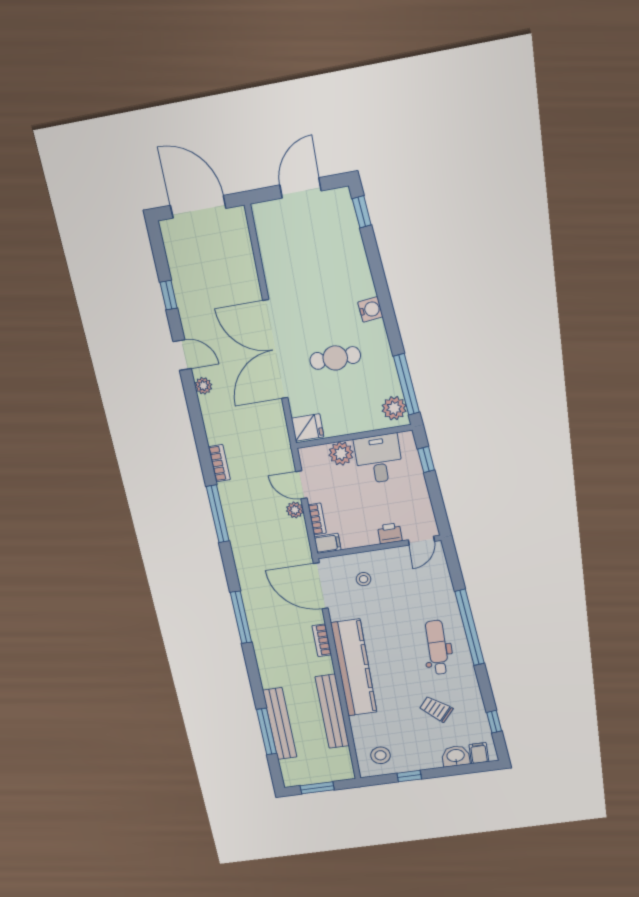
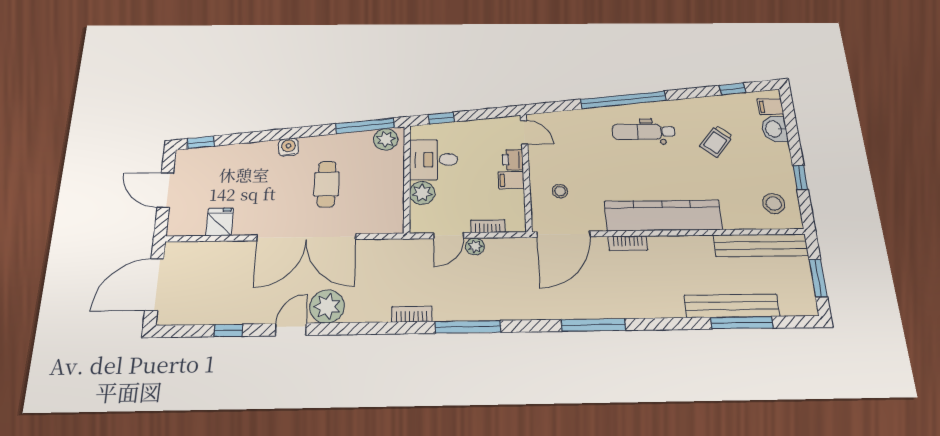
plant: (203, 386) -> (327, 306), width x1.88, depth x1.88
fridge: (308, 427) -> (220, 222), moved
filing cabinet: (328, 543) -> (511, 180), moved, turned -90
bench: (332, 712) -> (761, 245), moved

